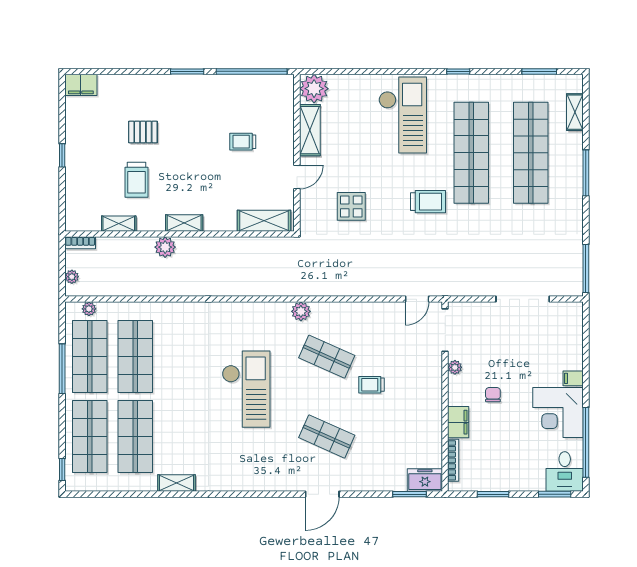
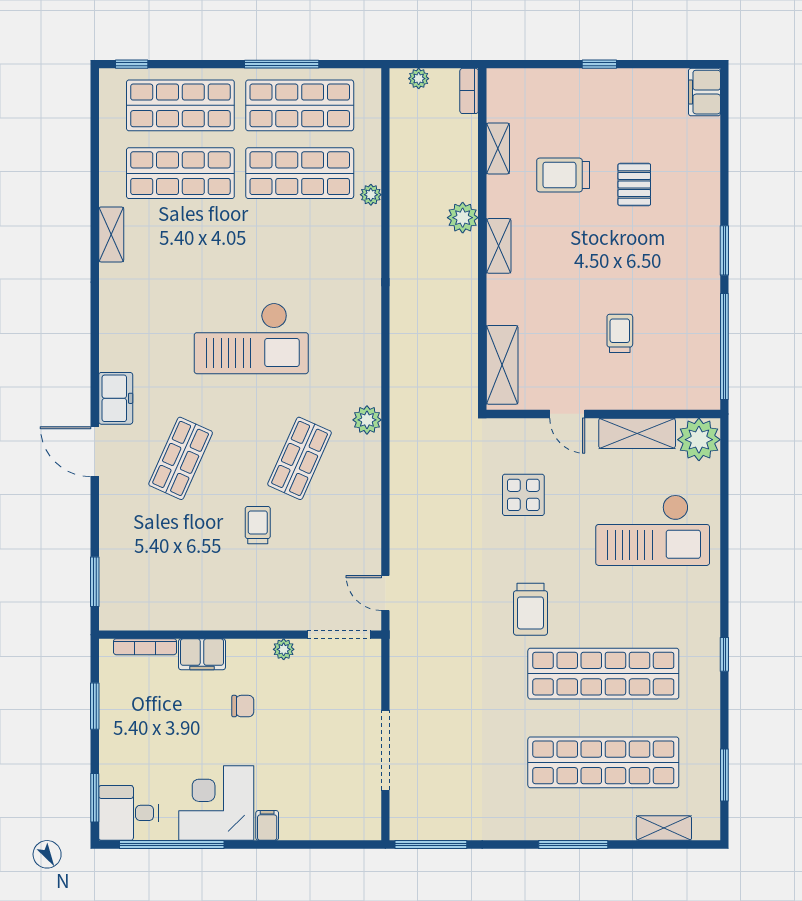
checkout: (403, 115) -> (653, 530), moved
plant: (89, 309) -> (371, 195), moved
freezer: (425, 480) -> (116, 398), moved

